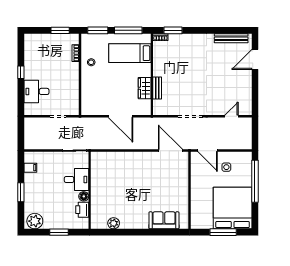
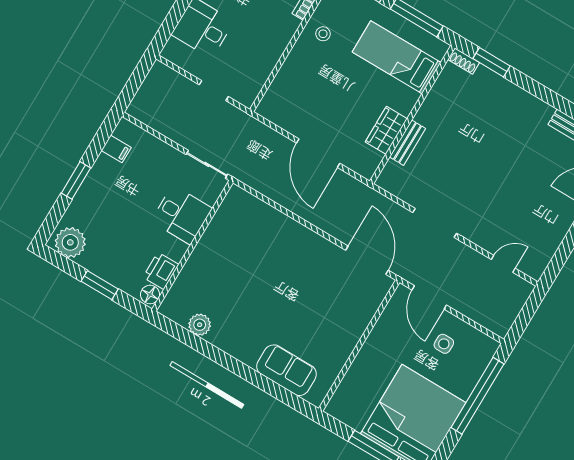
floor lamp: (84, 196) -> (150, 295), moved

